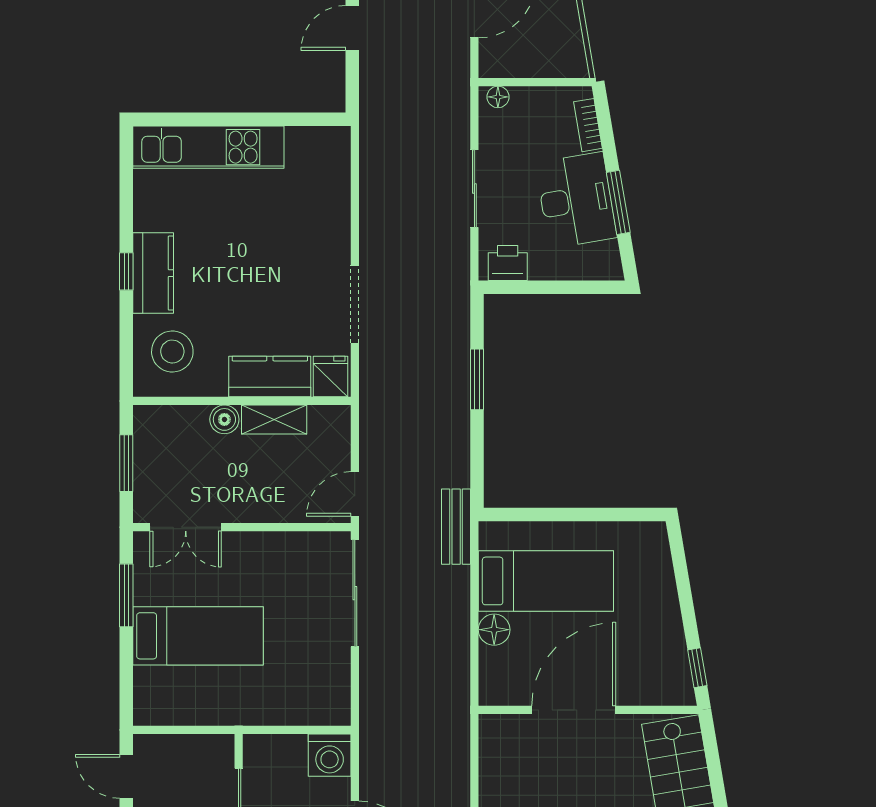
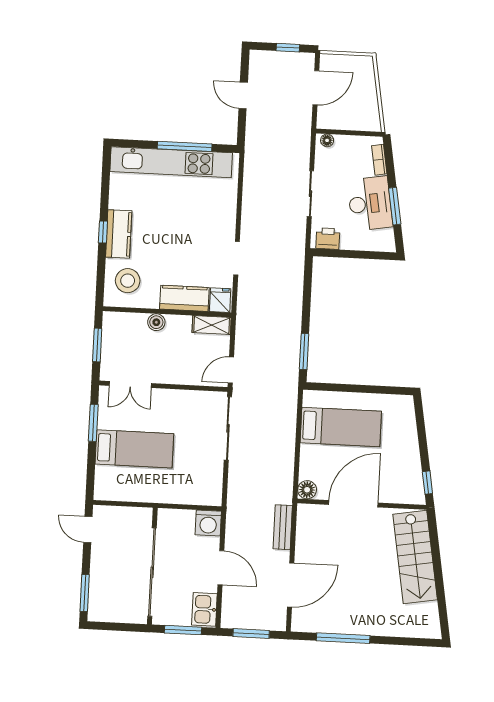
door: (352, 28) -> (243, 95), hinge flipped
window: (257, 119) -> (185, 146), added
kitchen unit: (208, 147) -> (171, 162), width x1.36
doorway: (355, 304) -> (237, 258), width x0.73
window: (477, 379) -> (304, 351), moved
shelving: (274, 420) -> (212, 325), moved
bench: (456, 527) -> (283, 527), moved
floor lamp: (494, 630) -> (307, 490), moved

